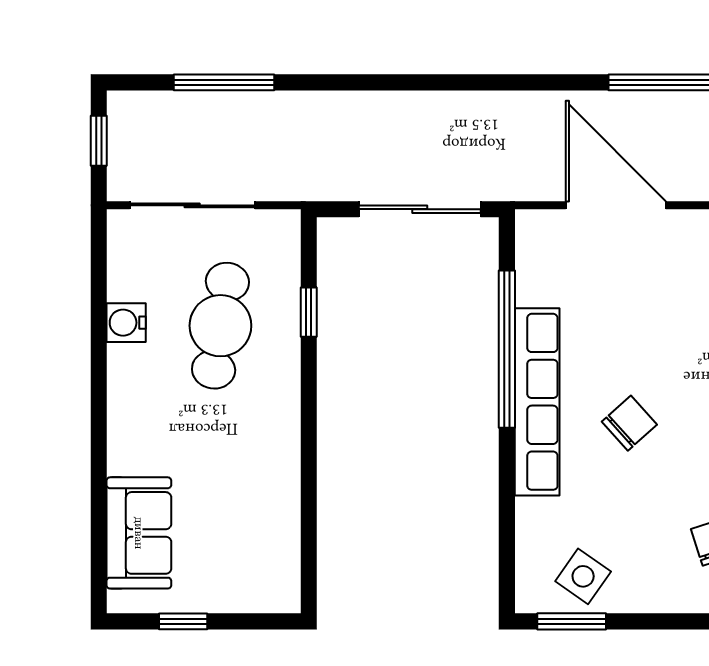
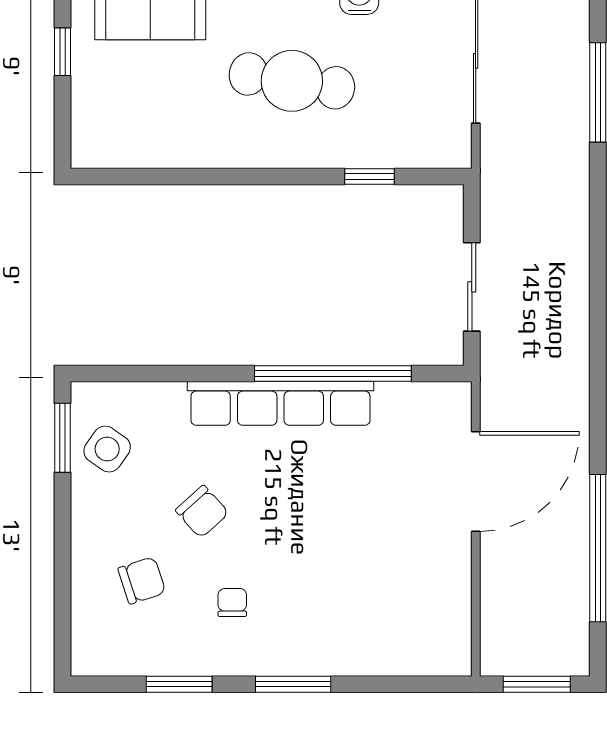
sliding door: (420, 209) -> (472, 287), width x0.73
cafe table: (220, 326) -> (292, 81), moved
chair: (629, 423) -> (202, 512), moved

